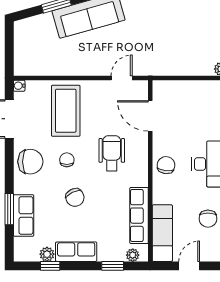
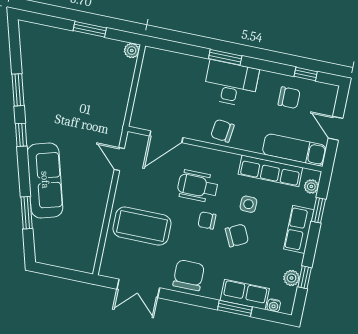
water cooler: (19, 86) -> (274, 305), moved
chair: (67, 160) -> (207, 220), moved
side table: (105, 202) -> (248, 204), added
row of seats: (76, 252) -> (299, 229), moved

